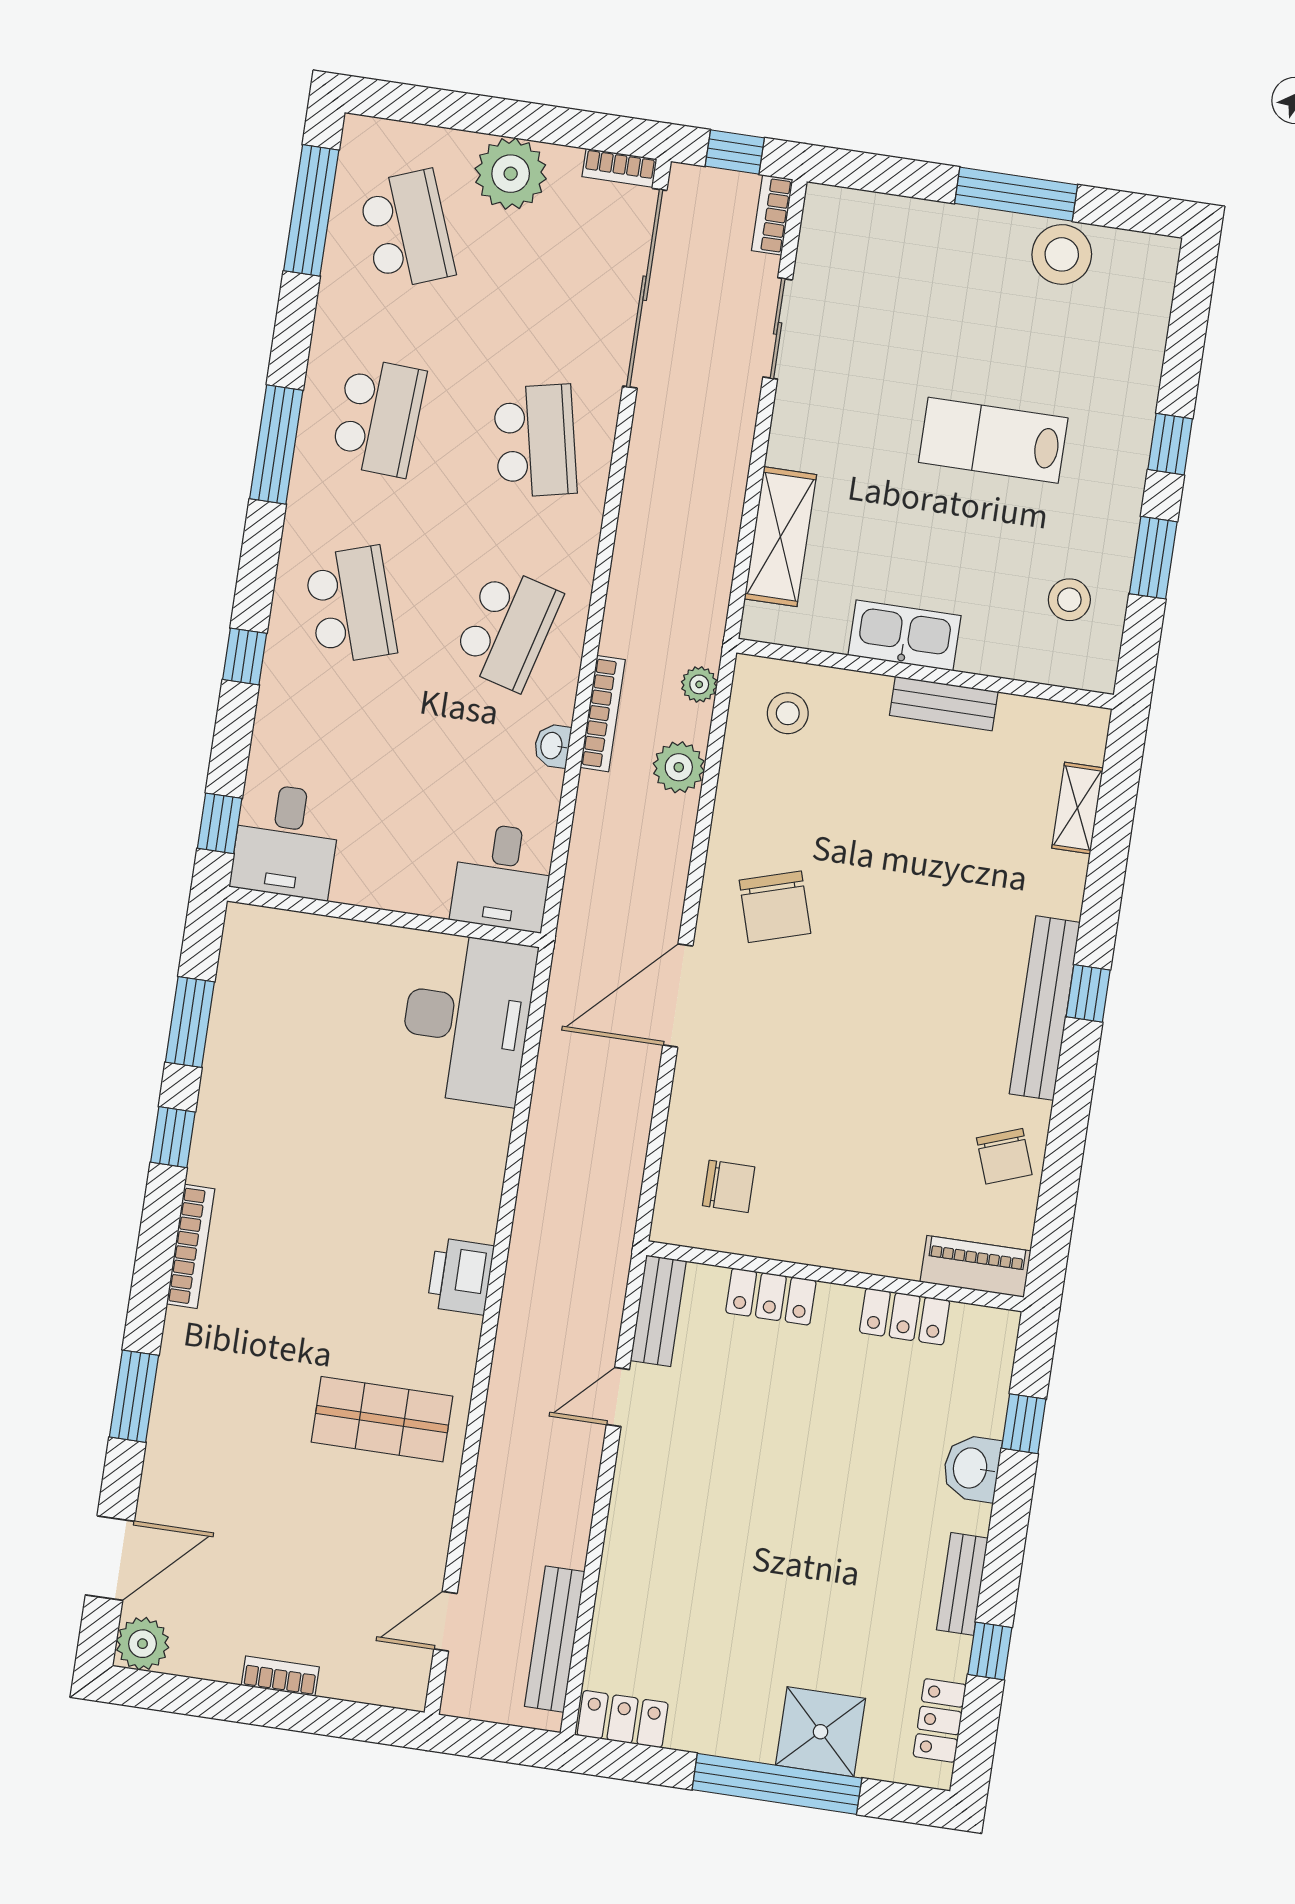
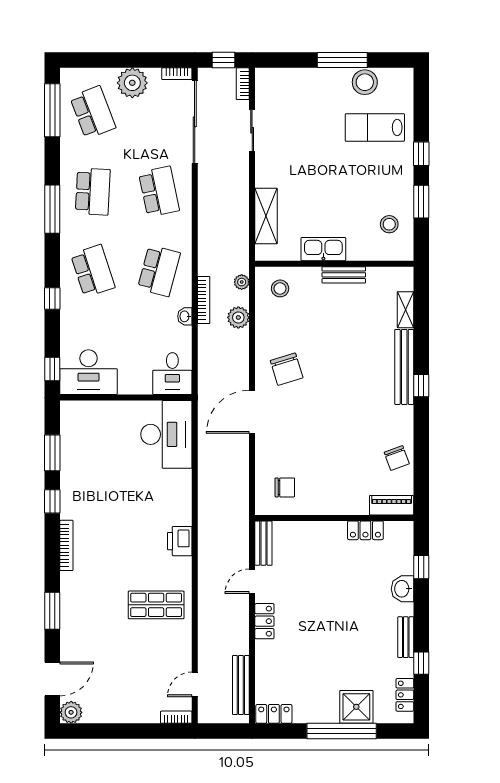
lab bench: (993, 440) -> (375, 127), moved
desk: (286, 841) -> (89, 372), width x1.37
bench: (1045, 1008) -> (404, 367), moved
locker: (771, 1297) -> (264, 621), moved, turned -90
bookcase: (280, 1676) -> (176, 717), moved

